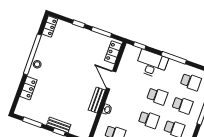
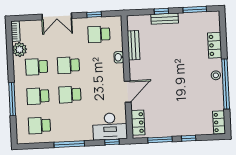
desk: (152, 64) -> (110, 126), moved
door: (111, 80) -> (128, 92), hinge flipped
bench: (97, 100) -> (134, 45), moved

